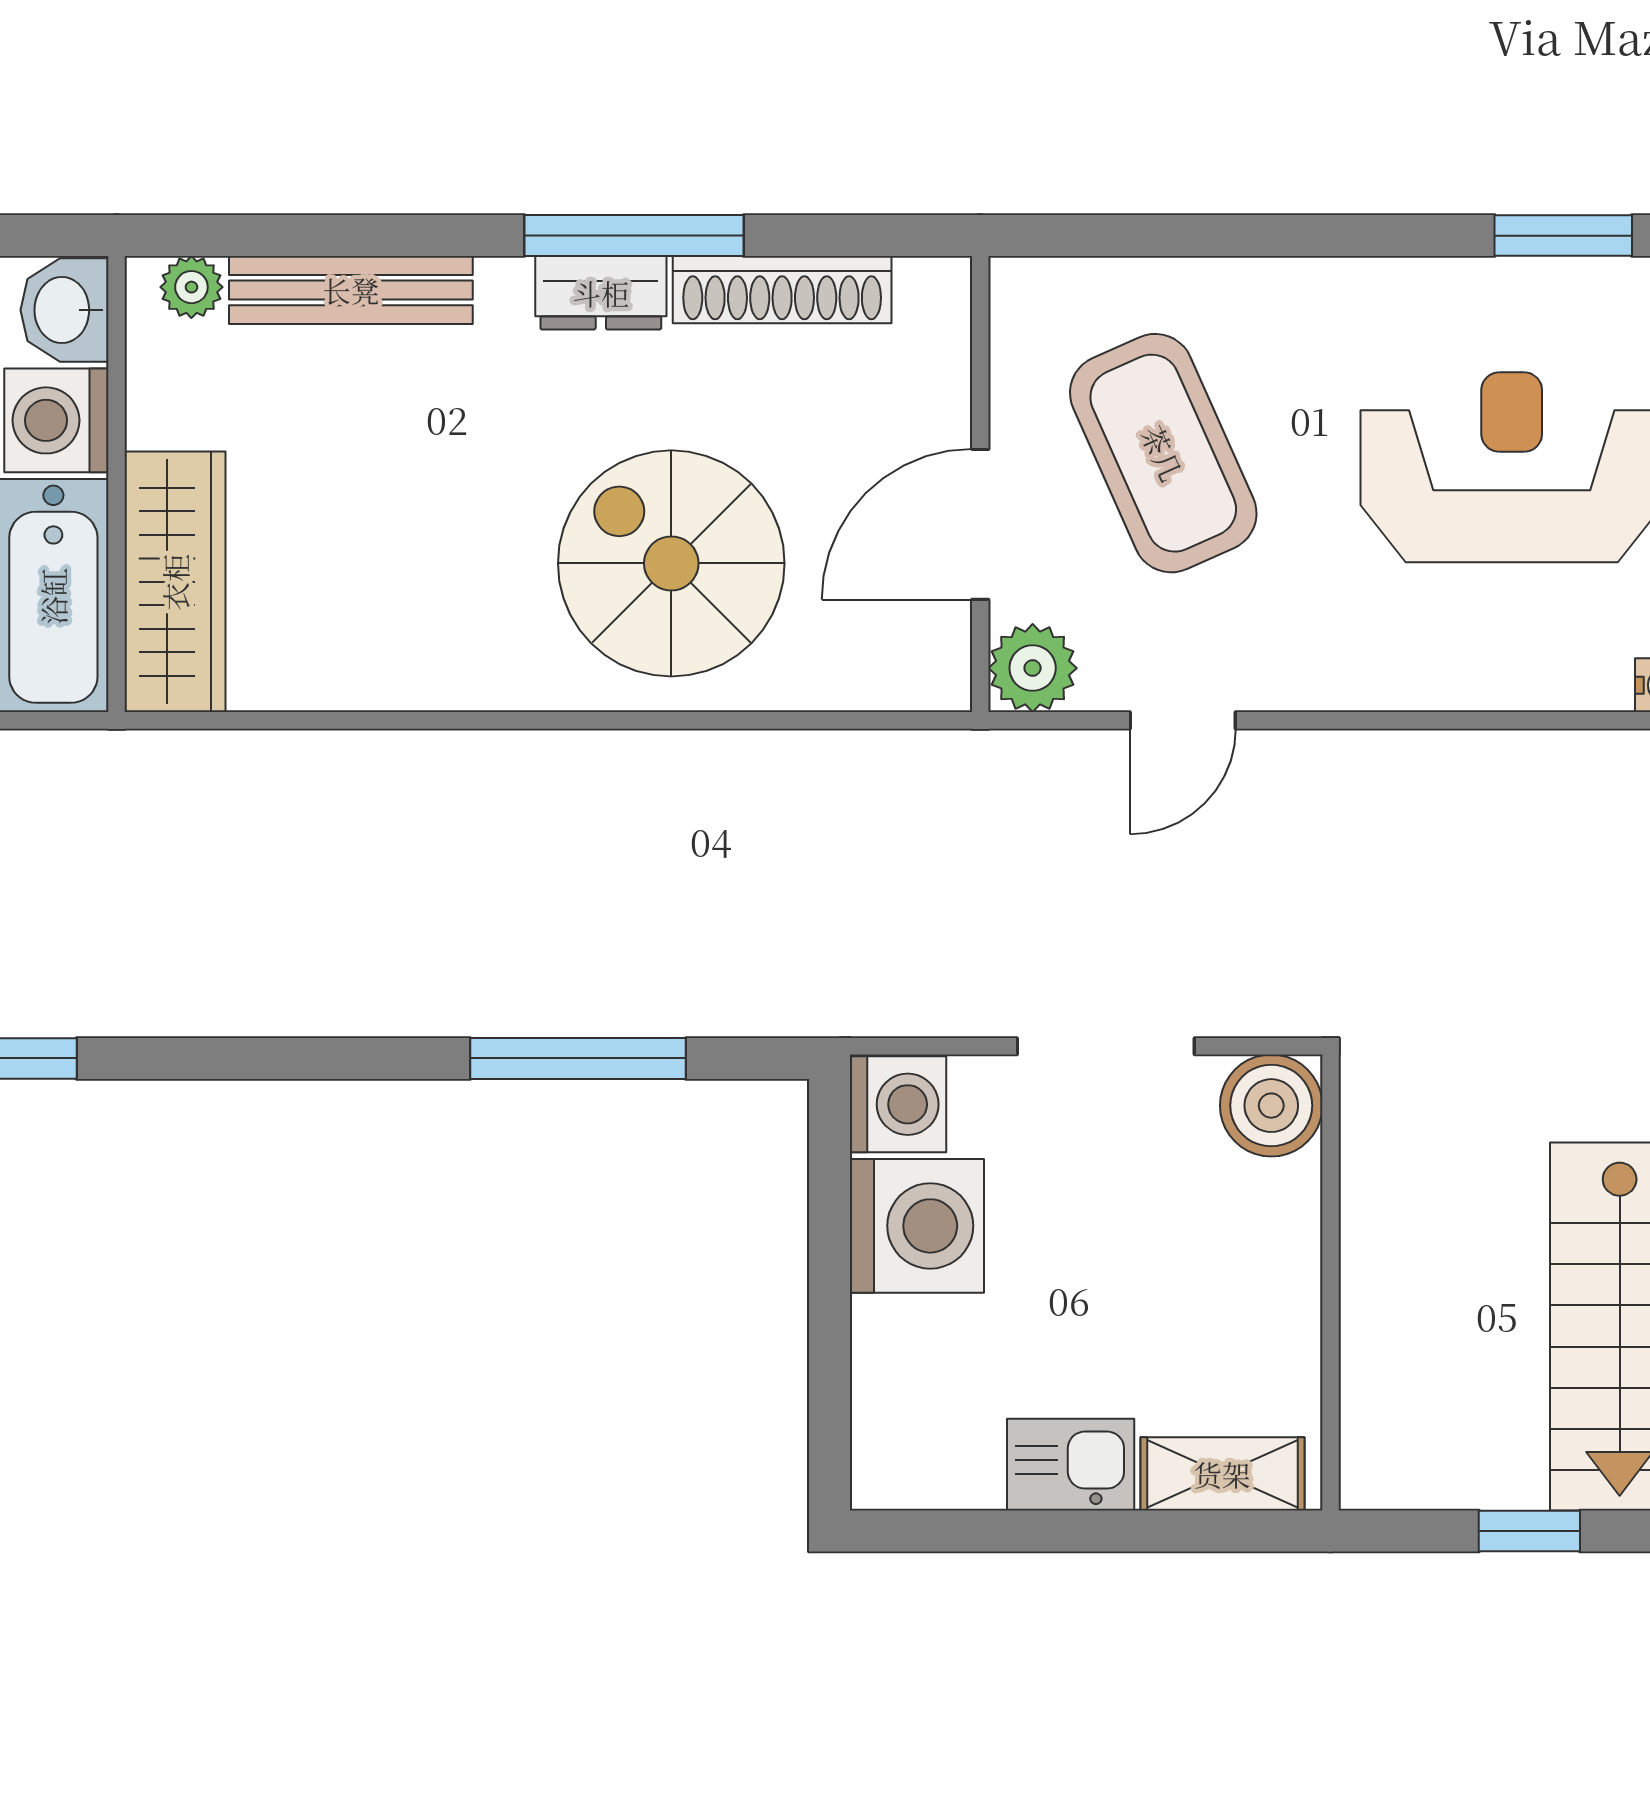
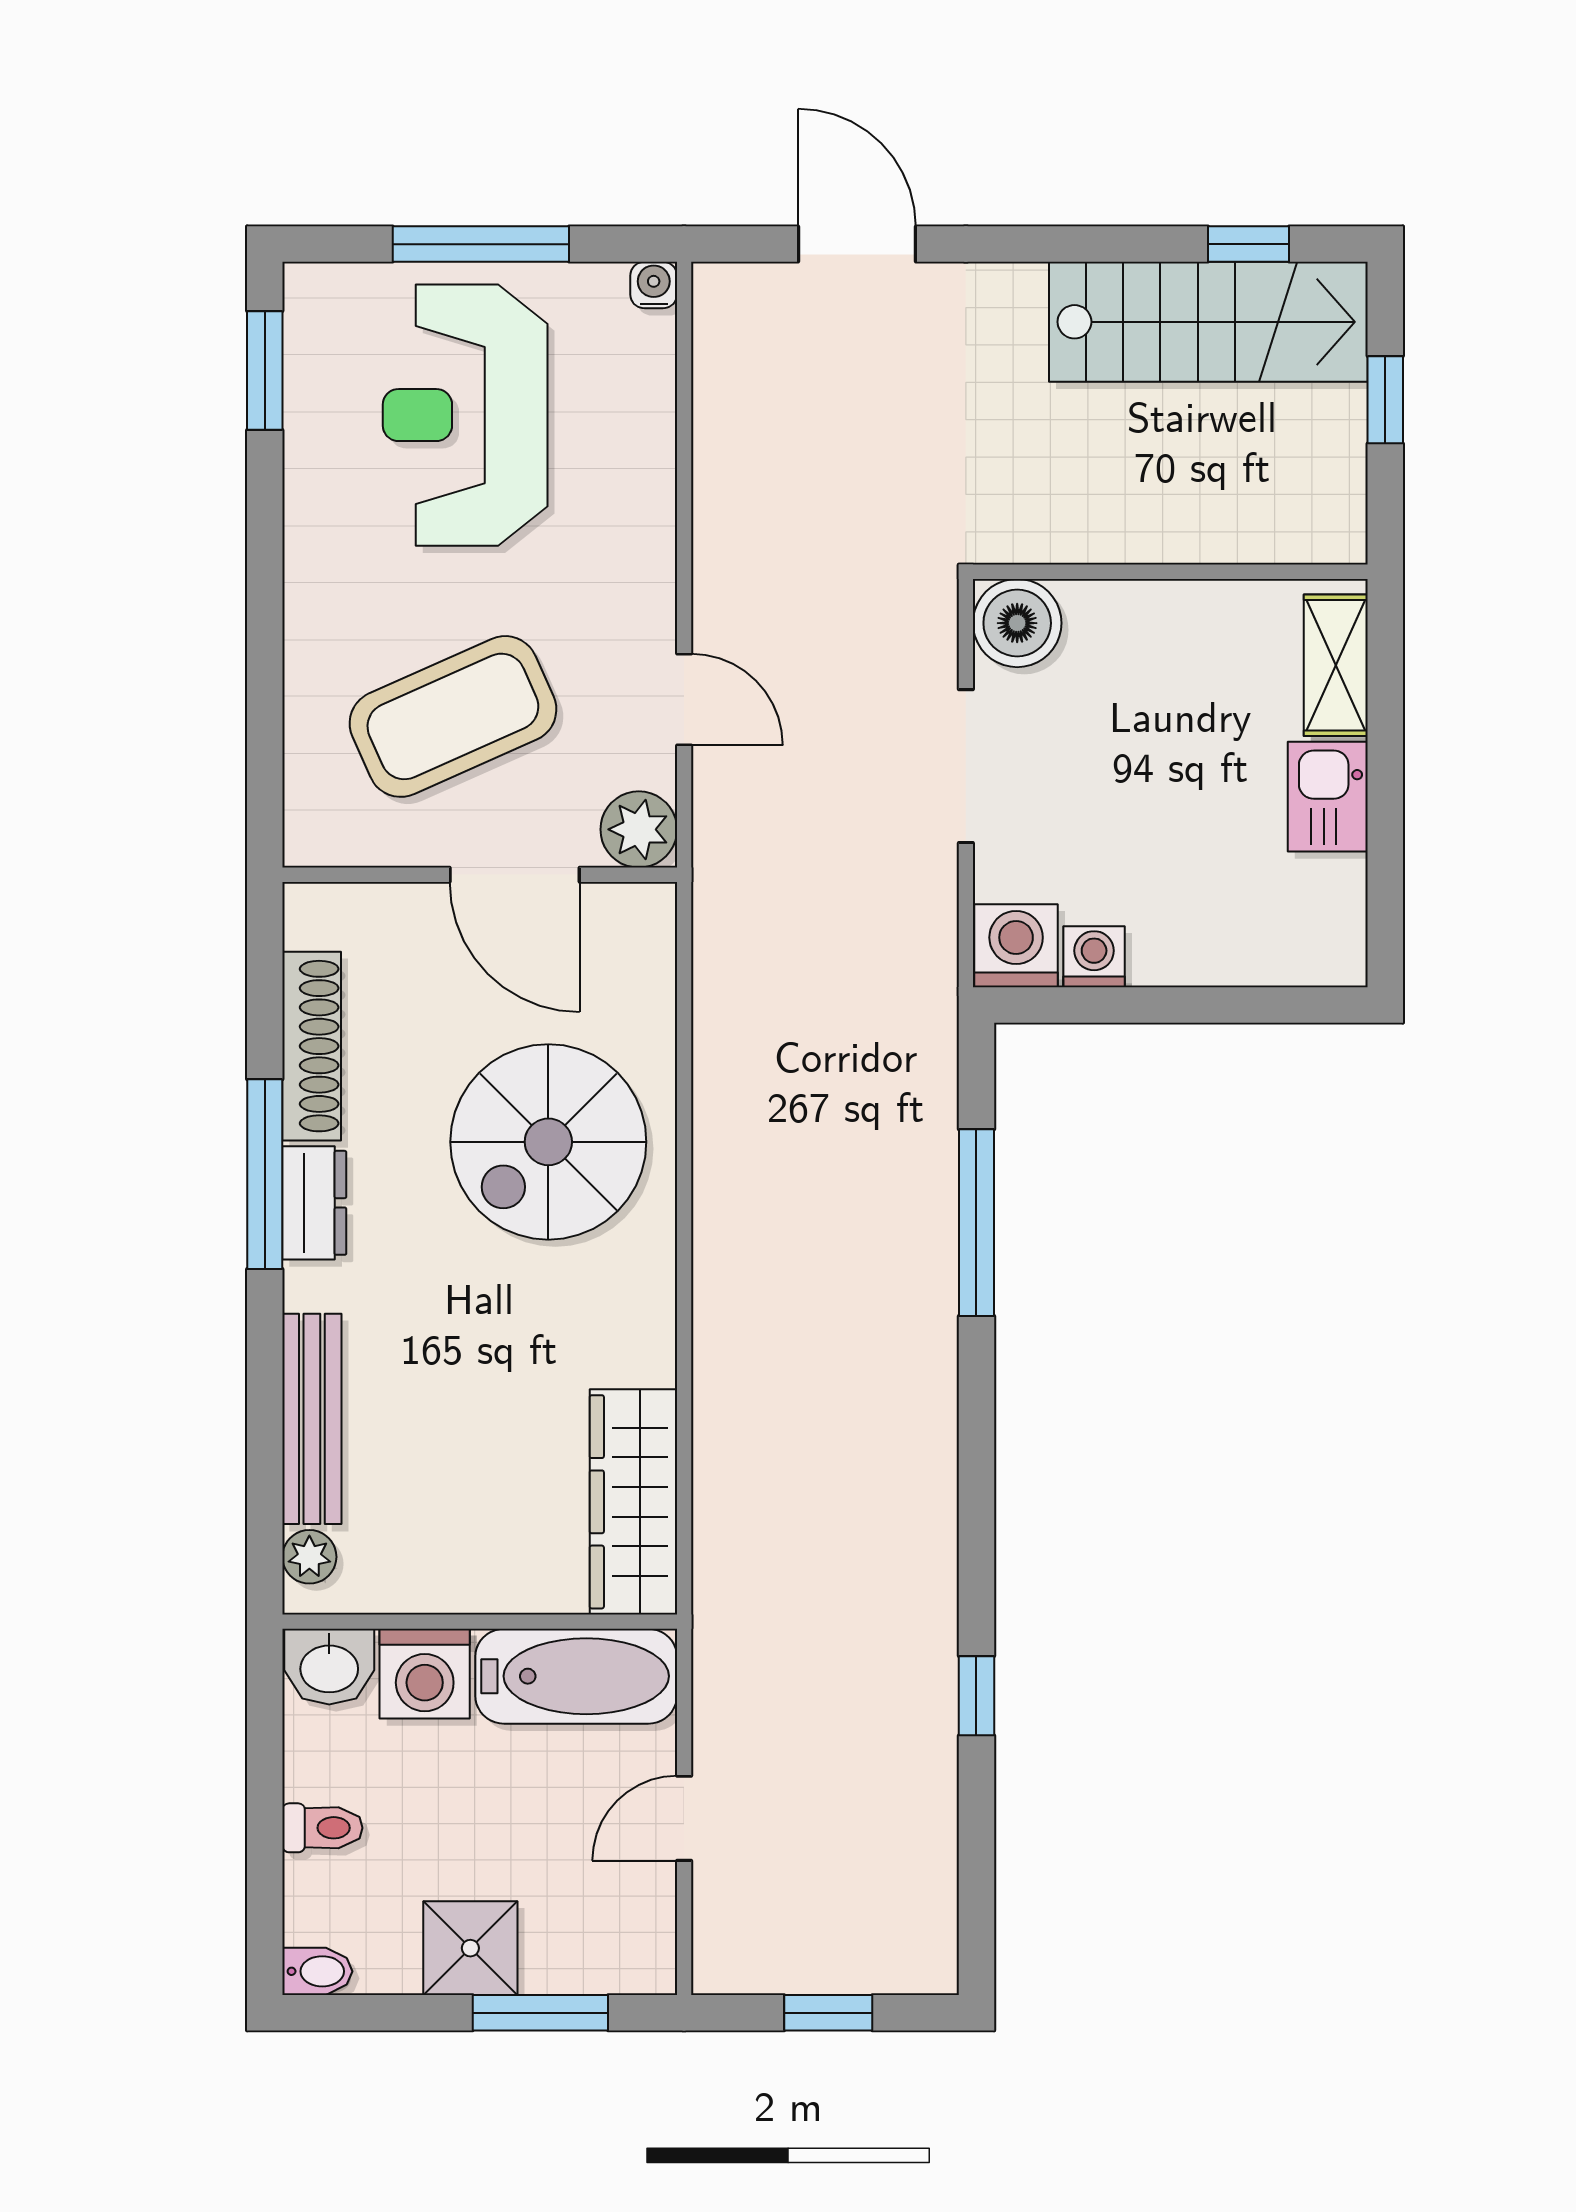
wardrobe: (175, 582) -> (633, 1502), moved, turned -90
washing machine: (917, 1226) -> (1094, 957), width x0.53, depth x0.53

